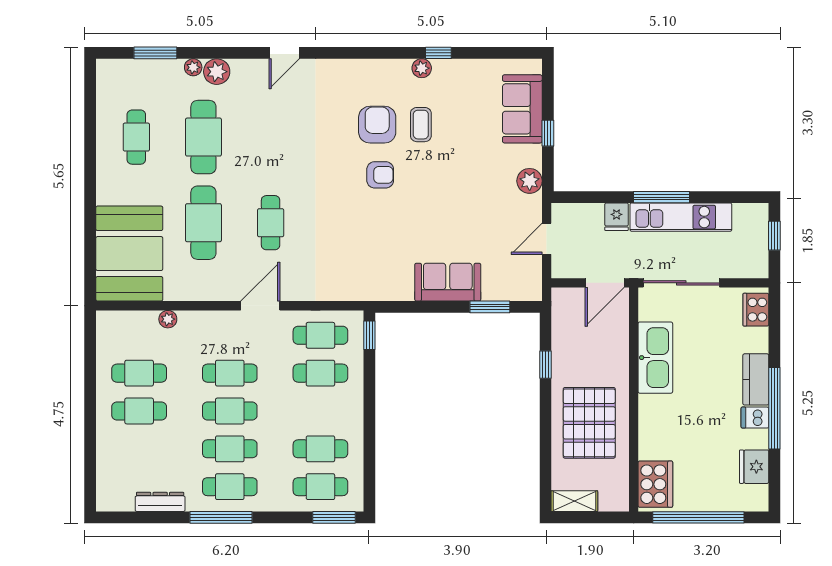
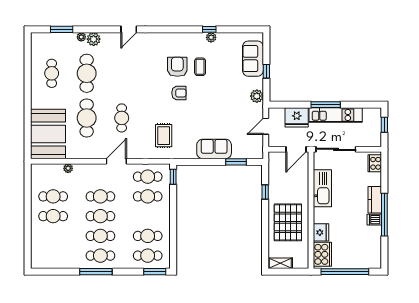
plant: (422, 68) -> (211, 37), moved
fridge: (617, 217) -> (297, 117), width x1.88, depth x1.34
rug: (351, 256) -> (164, 136), added
fridge: (754, 467) -> (321, 232), moved, turned 180
dresser: (160, 502) -> (64, 264), removed

